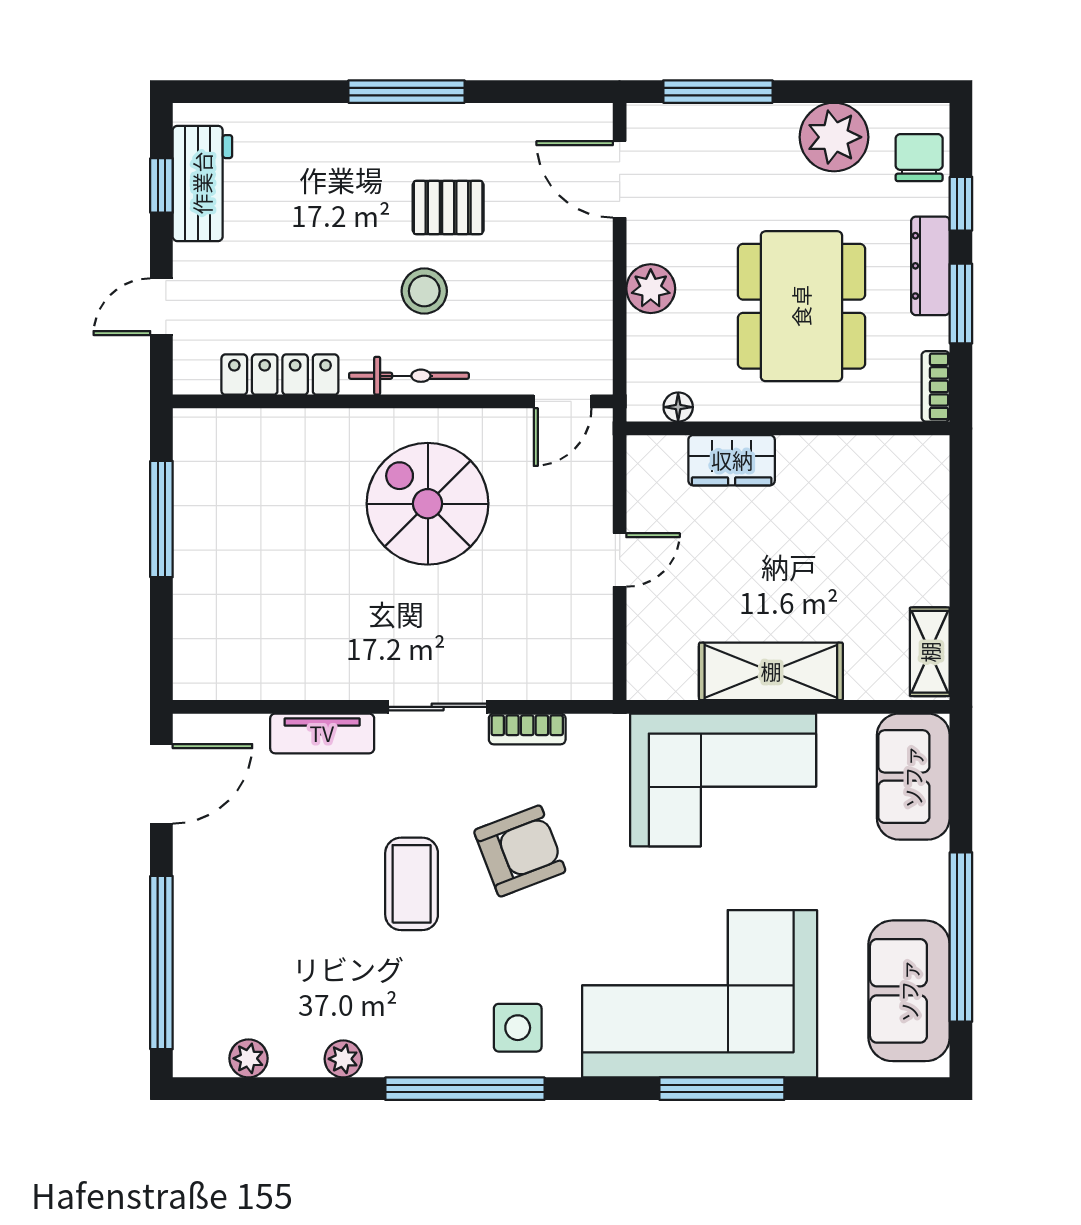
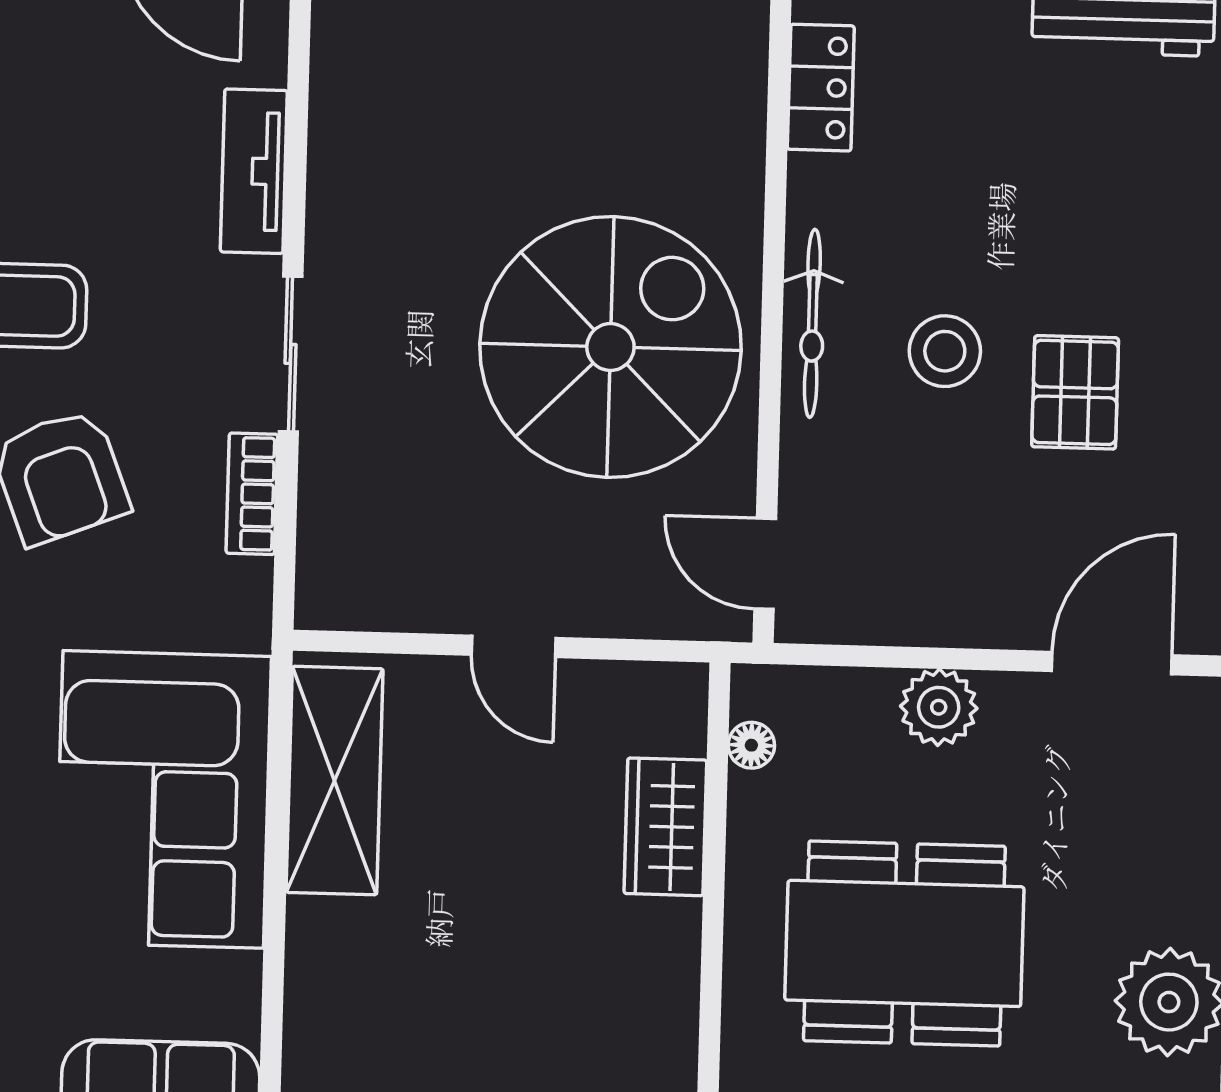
locker: (280, 375) -> (821, 88), width x0.66
spiral stairs: (428, 504) -> (610, 347), width x1.37, depth x1.37
shelving: (771, 671) -> (335, 781), moved

